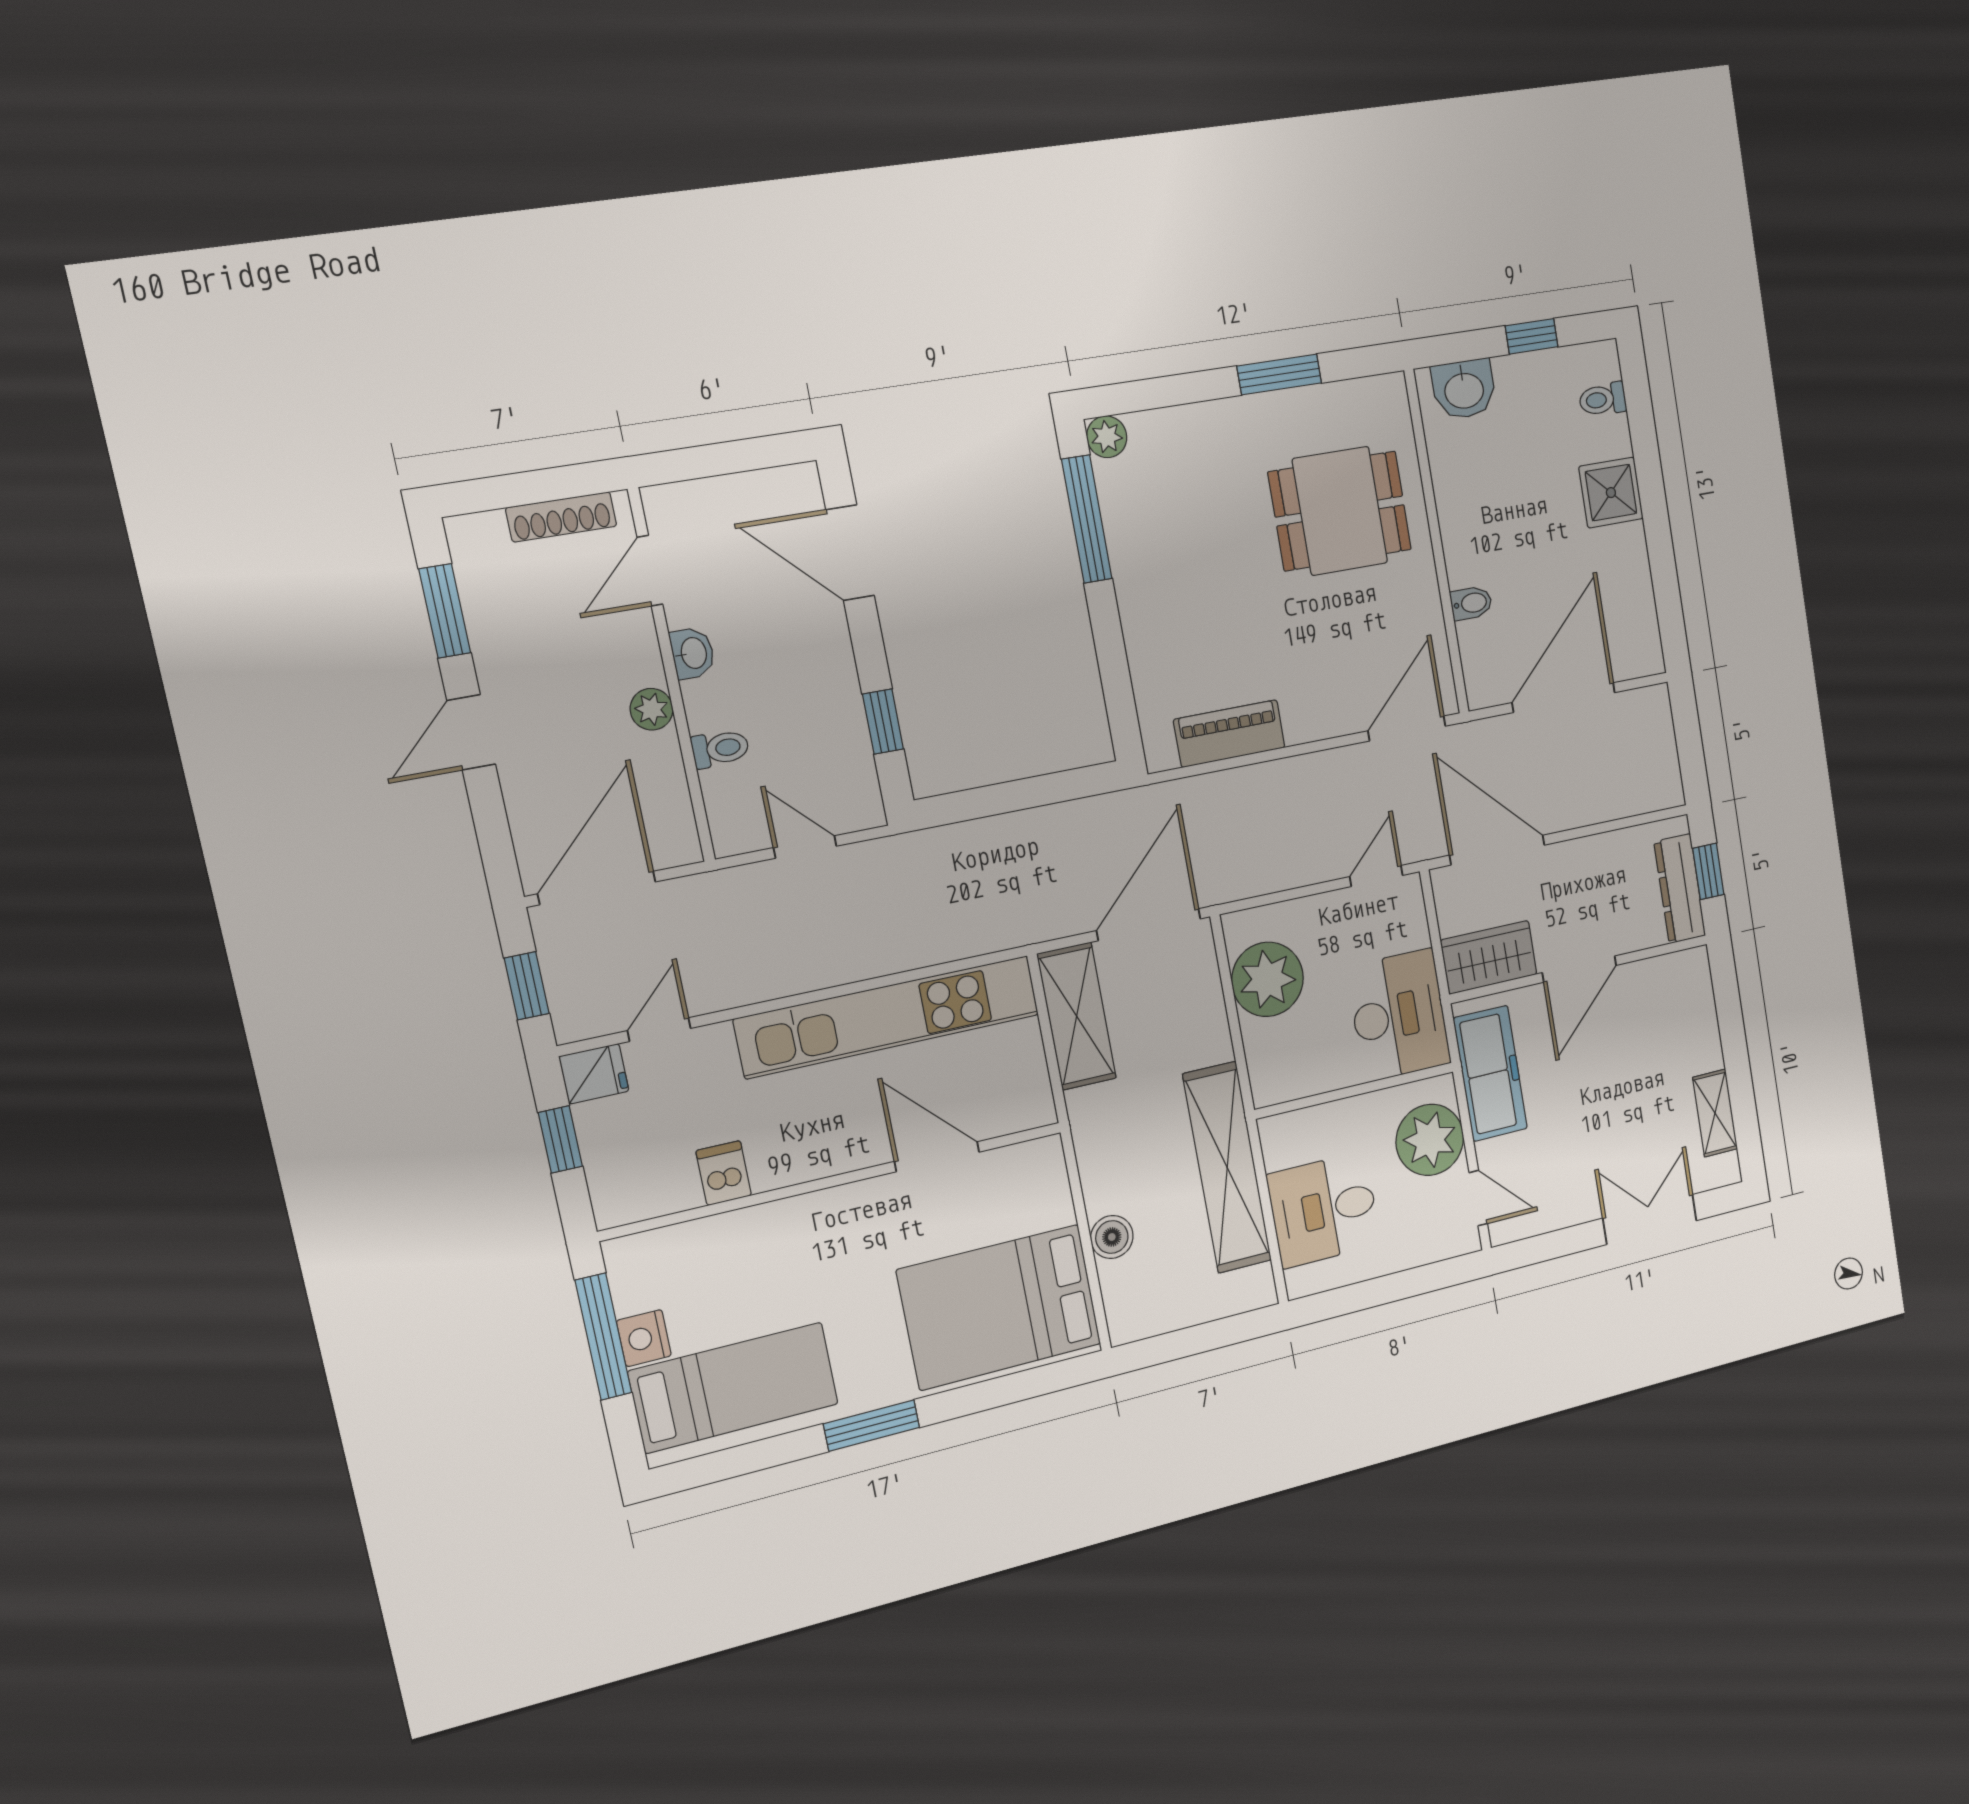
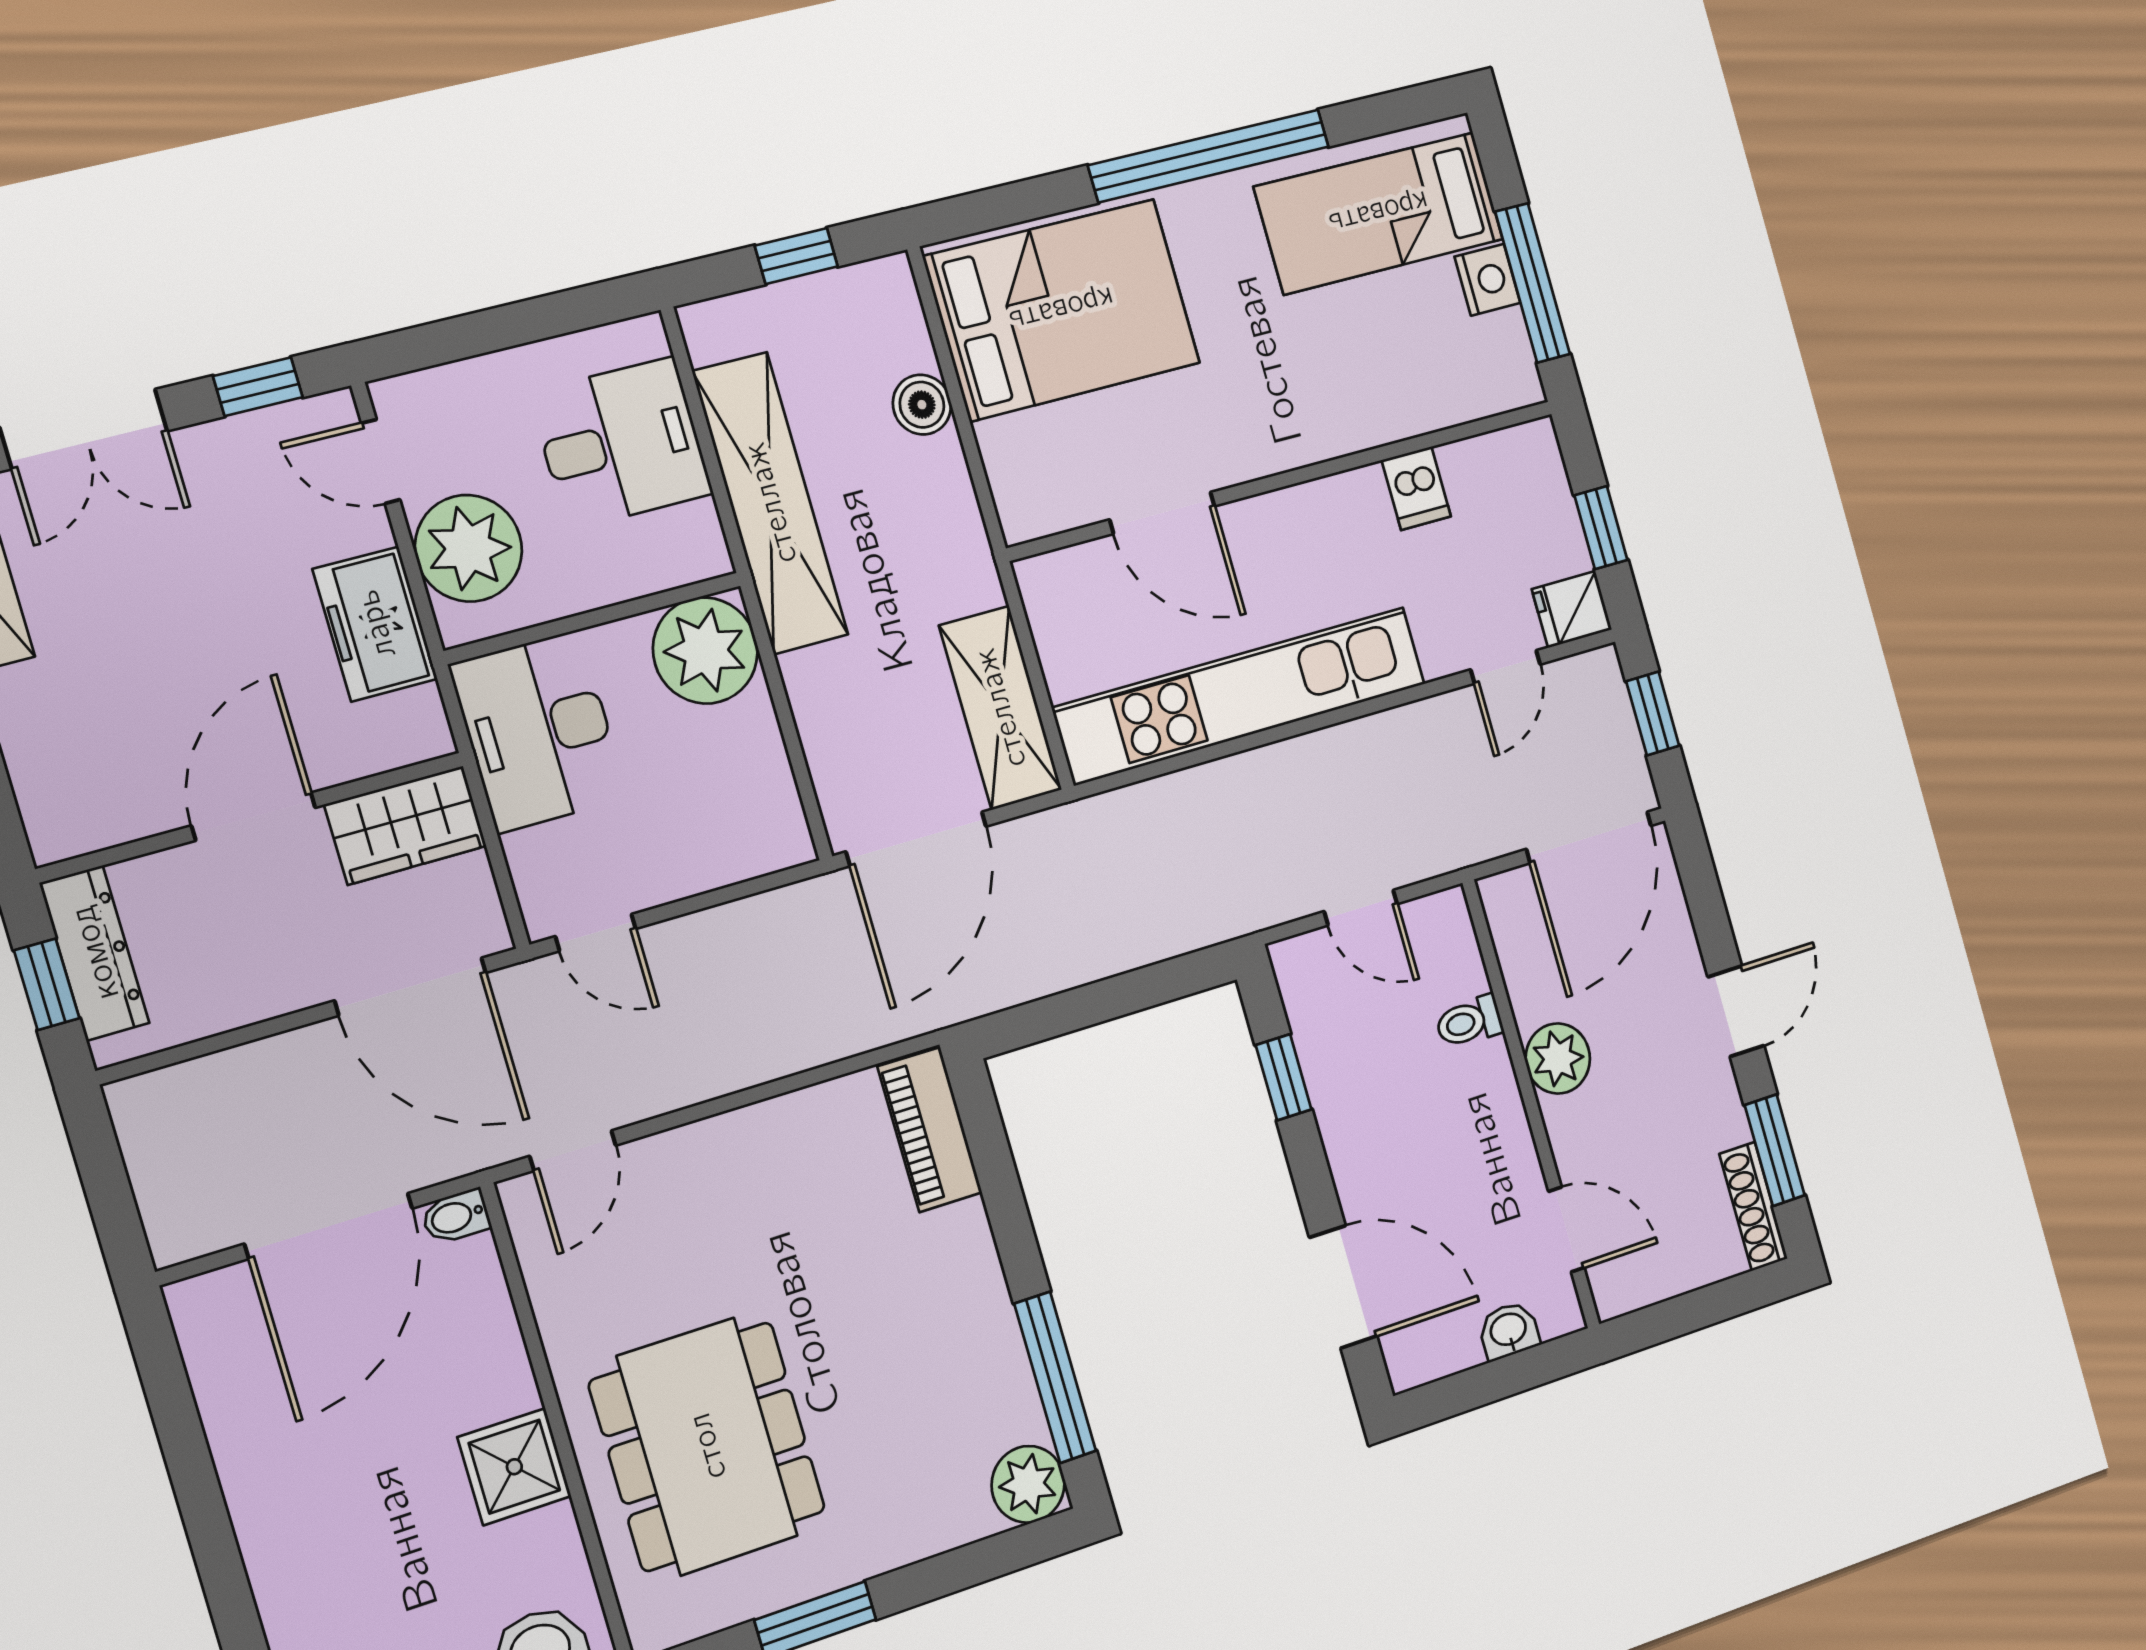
plant: (1107, 437) -> (1028, 1484), width x1.38, depth x1.38
shower: (1611, 493) -> (514, 1467), moved
dining table: (1340, 511) -> (707, 1446), width x1.38
shoe rack: (561, 517) -> (1753, 1206), moved, turned -90
door: (650, 571) -> (1566, 1229), hinge flipped
bidet: (1471, 603) -> (456, 1216), moved
washbasin: (693, 653) -> (1509, 1331), moved, turned 90
plant: (652, 709) -> (1558, 1058), width x1.38, depth x1.38
door: (1407, 728) -> (573, 1151), width x0.73
piano: (1229, 734) -> (930, 1130), moved, turned 90
door: (1376, 876) -> (596, 933), hinge flipped
plant: (1267, 979) -> (705, 650), moved
freezer: (1490, 1073) -> (375, 624), width x0.71
window: (1547, 1247) -> (258, 387), added
window: (1191, 1341) -> (796, 256), added
window: (872, 1426) -> (1209, 156), width x2.11

